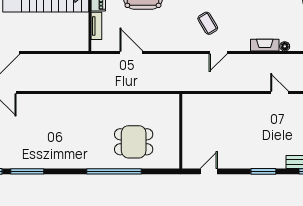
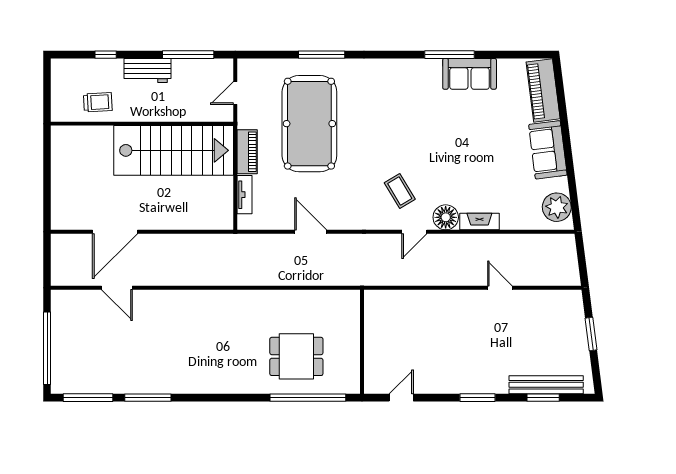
floor lamp: (285, 46) -> (446, 217), moved, width x1.89, depth x1.89
door: (131, 52) -> (311, 232), moved
window: (114, 171) -> (308, 398), moved

